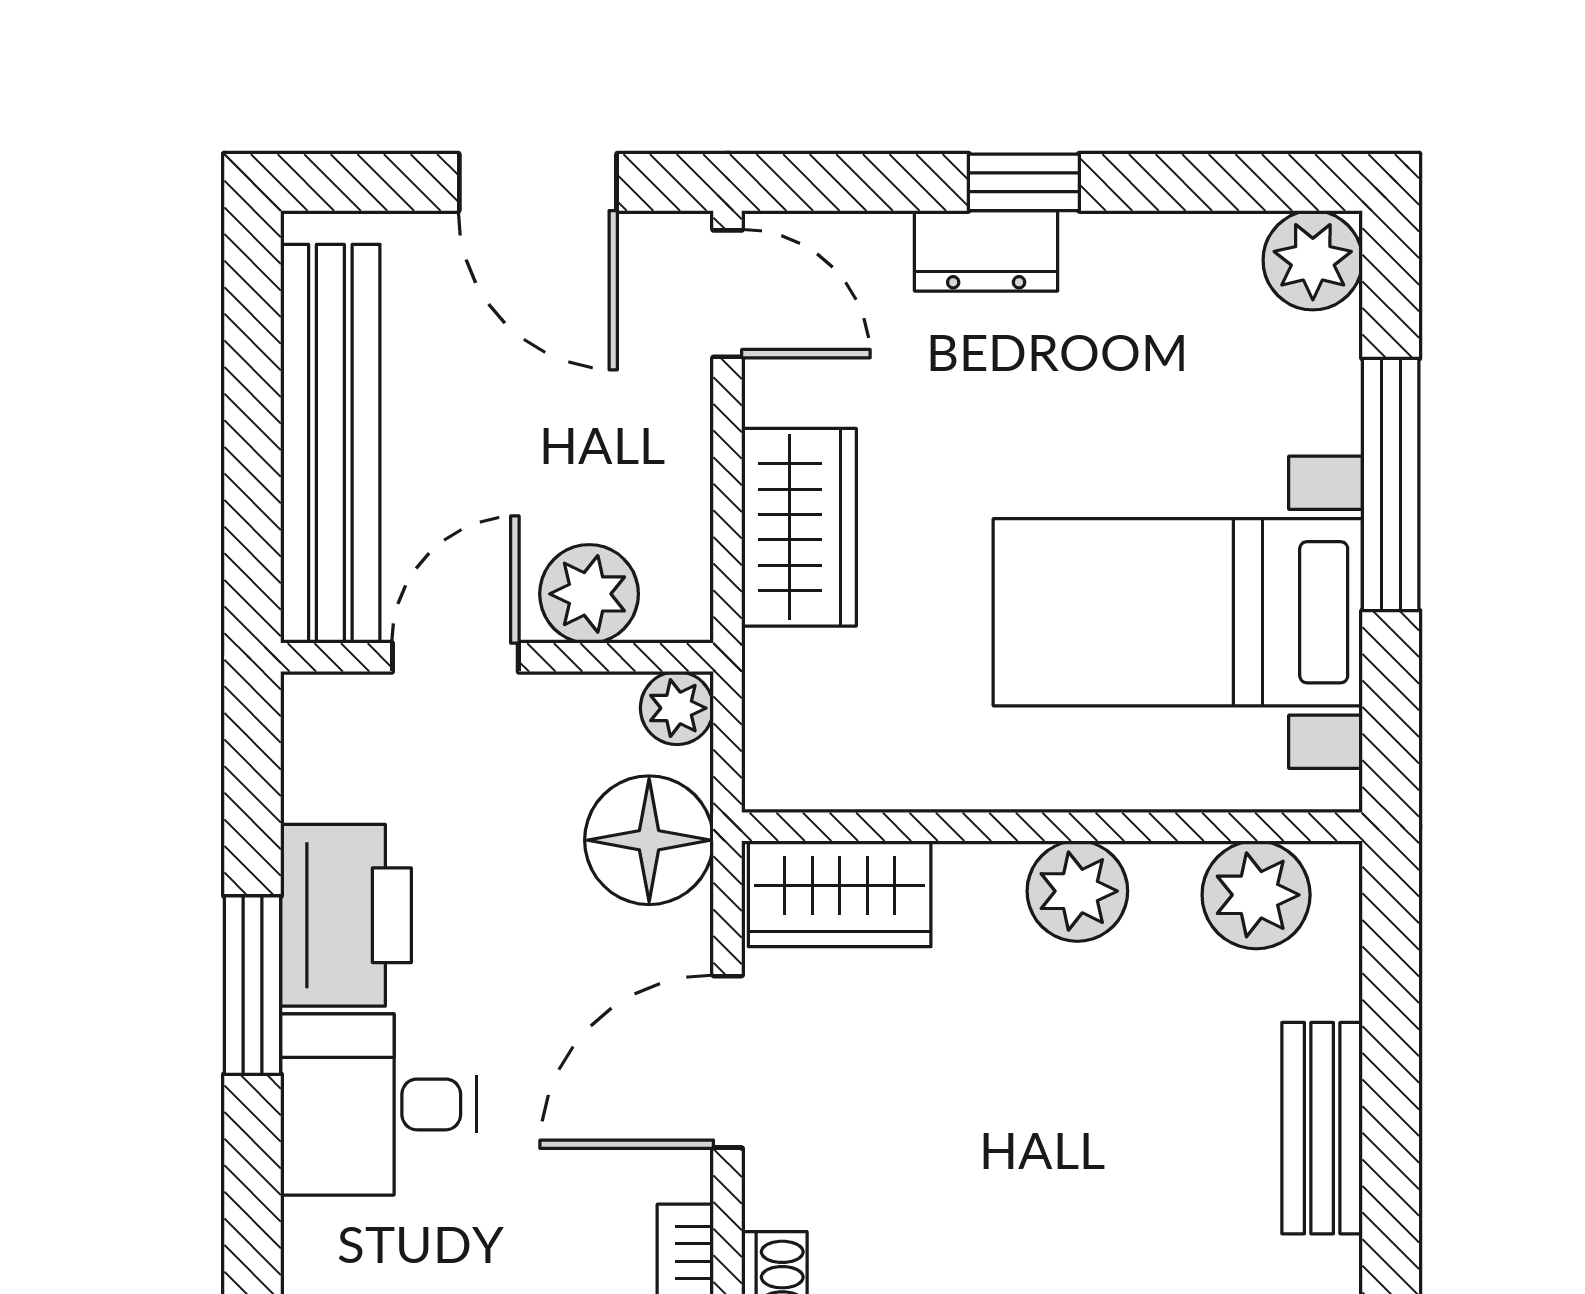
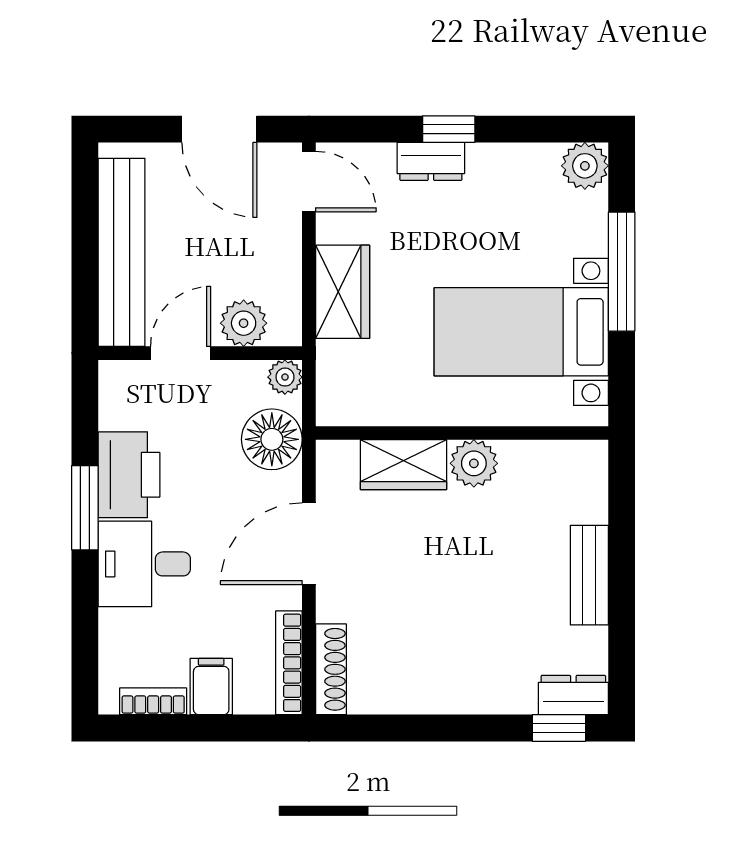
wardrobe: (840, 894) -> (404, 465), moved
plant: (1256, 895) -> (558, 465), removed

